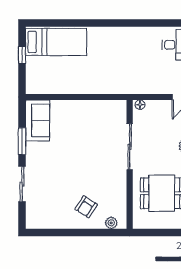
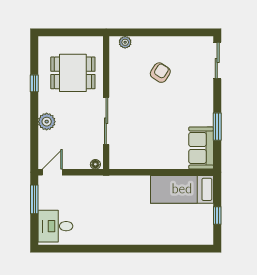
bed: (56, 42) -> (182, 189), moved
sliding door: (22, 184) -> (217, 61), moved
armchair: (86, 207) -> (160, 73), moved

